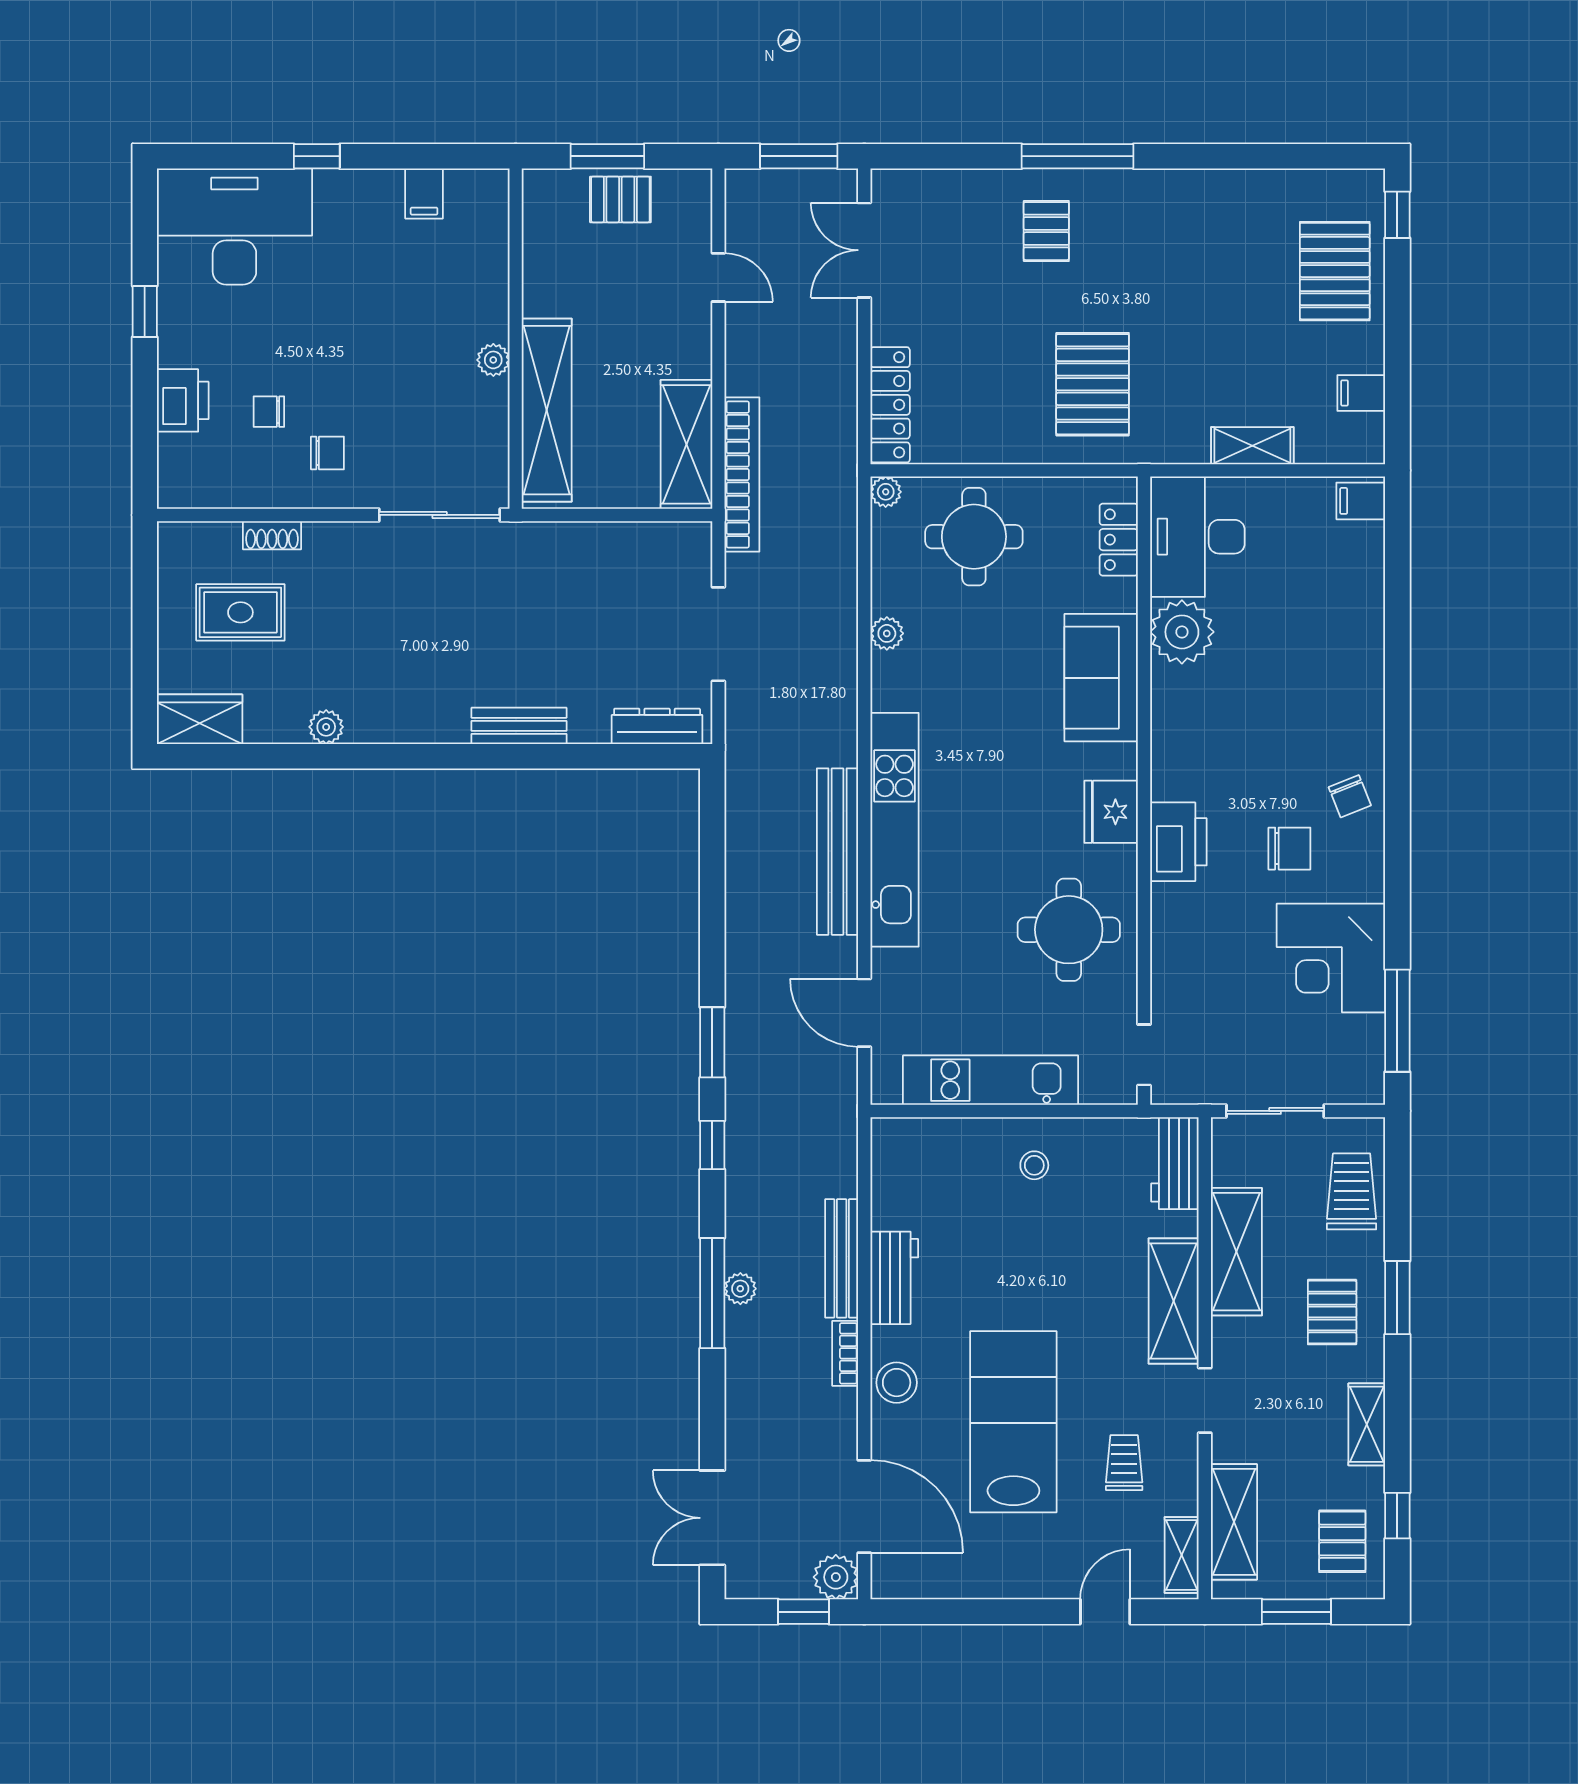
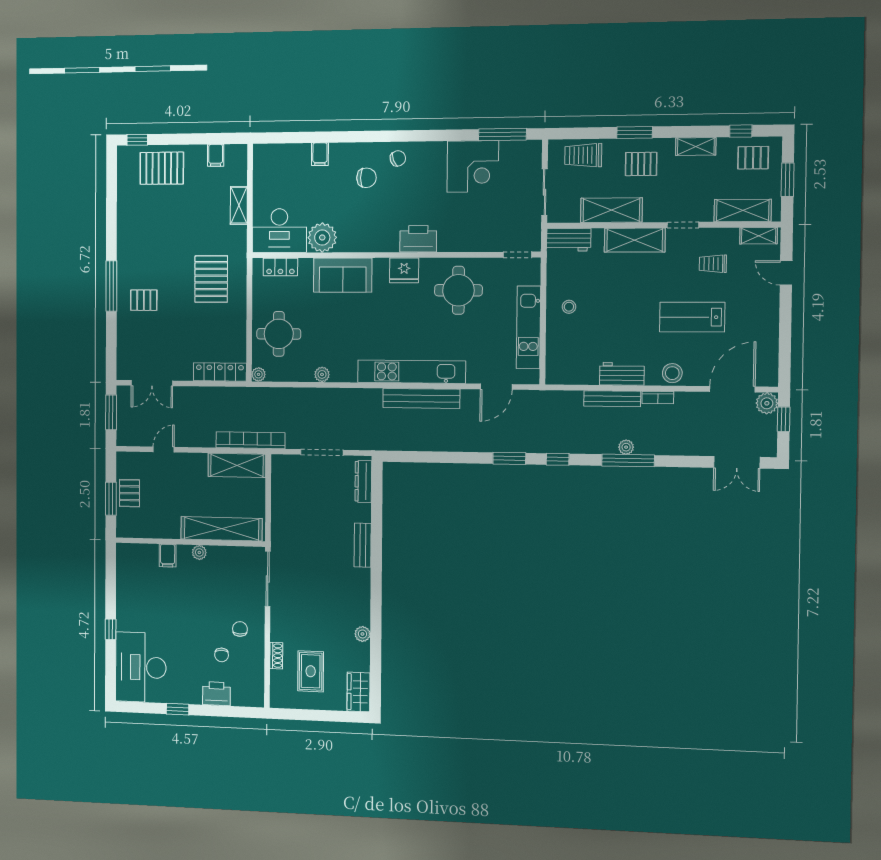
filing cabinet: (424, 193) -> (168, 556), moved, turned 90
pallet: (1093, 384) -> (211, 279), turned 90
filing cabinet: (1361, 501) -> (320, 154), moved
chair: (1289, 849) -> (366, 178), moved, turned 90
lab bench: (1013, 1422) -> (692, 317), width x0.73, depth x0.72

